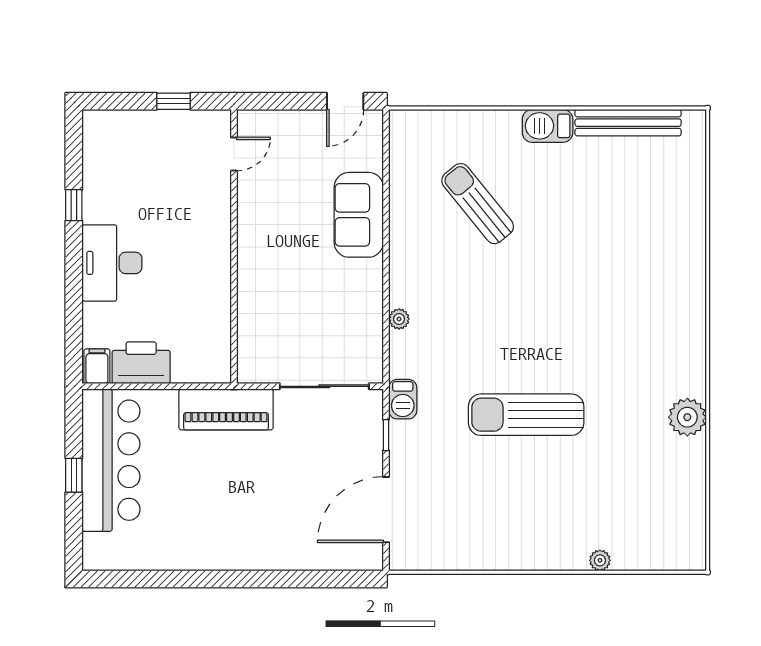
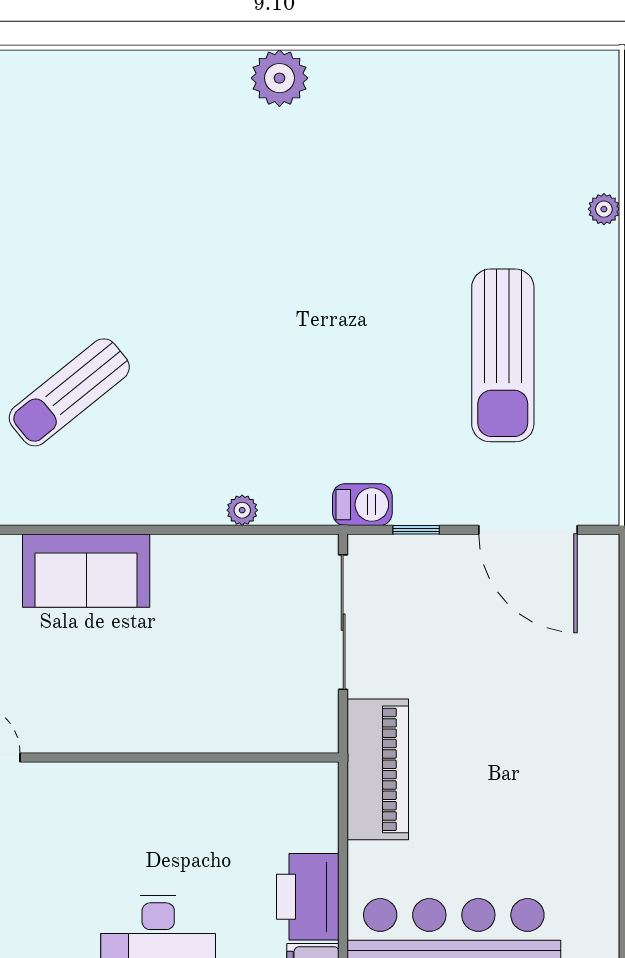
sun lounger: (526, 415) -> (503, 355), moved
plant: (687, 417) -> (279, 78), moved

